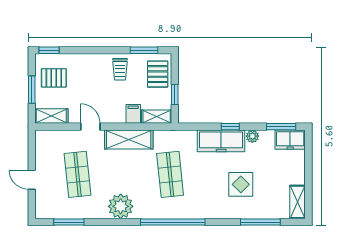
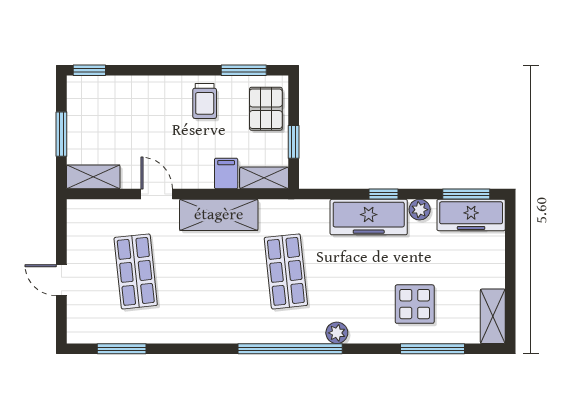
pallet: (54, 78) -> (97, 115), removed
freezer: (290, 140) -> (471, 215), width x1.40
display table: (241, 184) -> (415, 304), moved
plant: (121, 206) -> (337, 333), moved, width x0.53, depth x0.53

